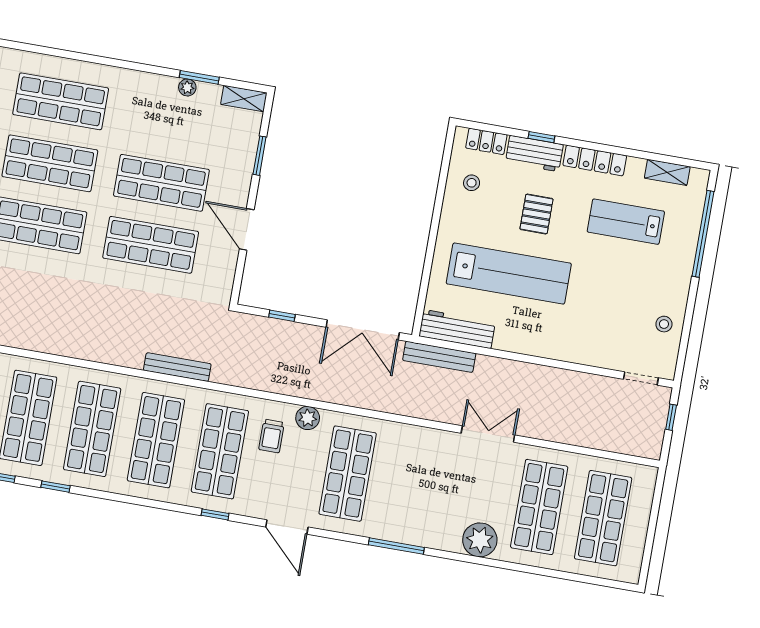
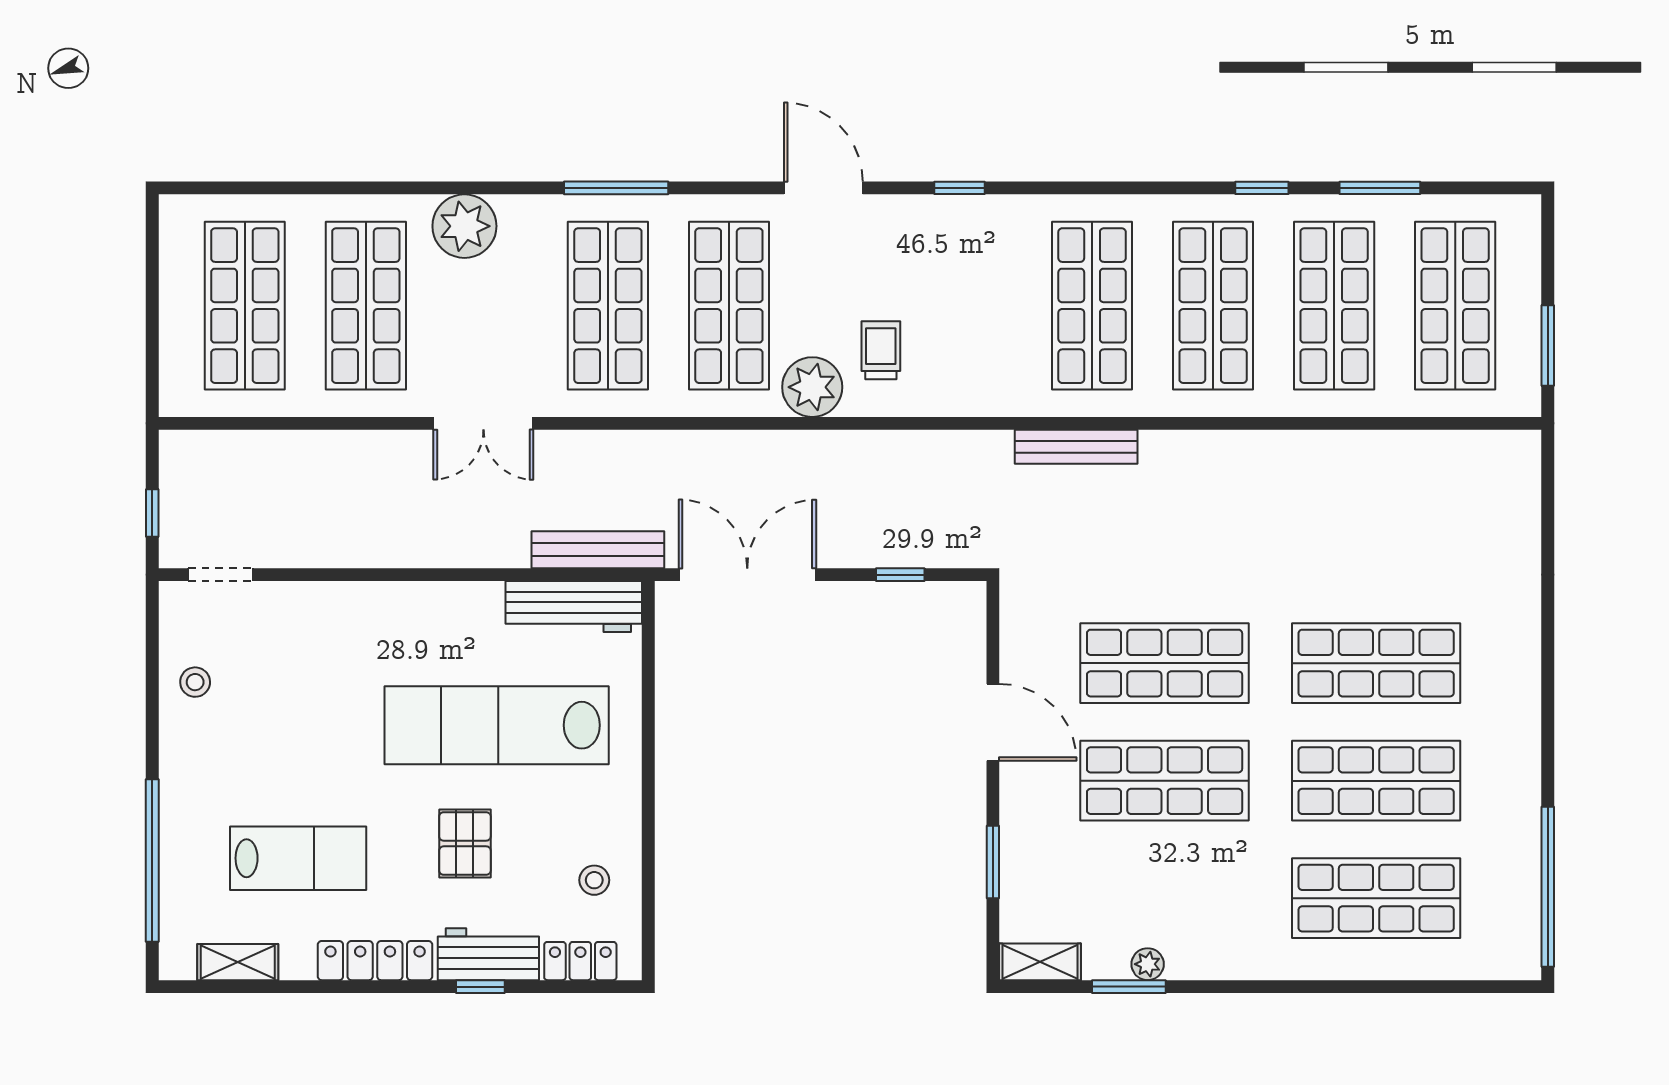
plant: (308, 418) -> (812, 387), width x1.36, depth x1.36
shop shelf: (220, 451) -> (608, 306), moved

